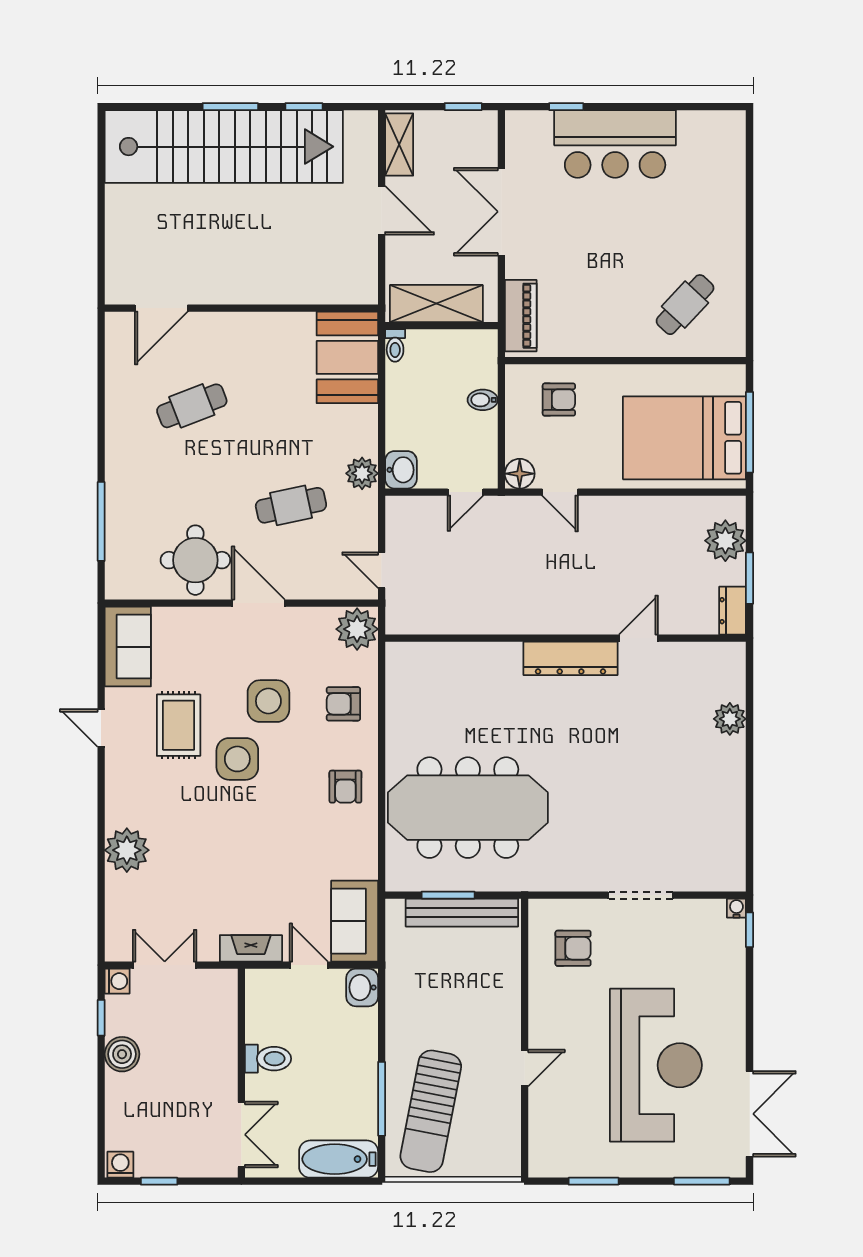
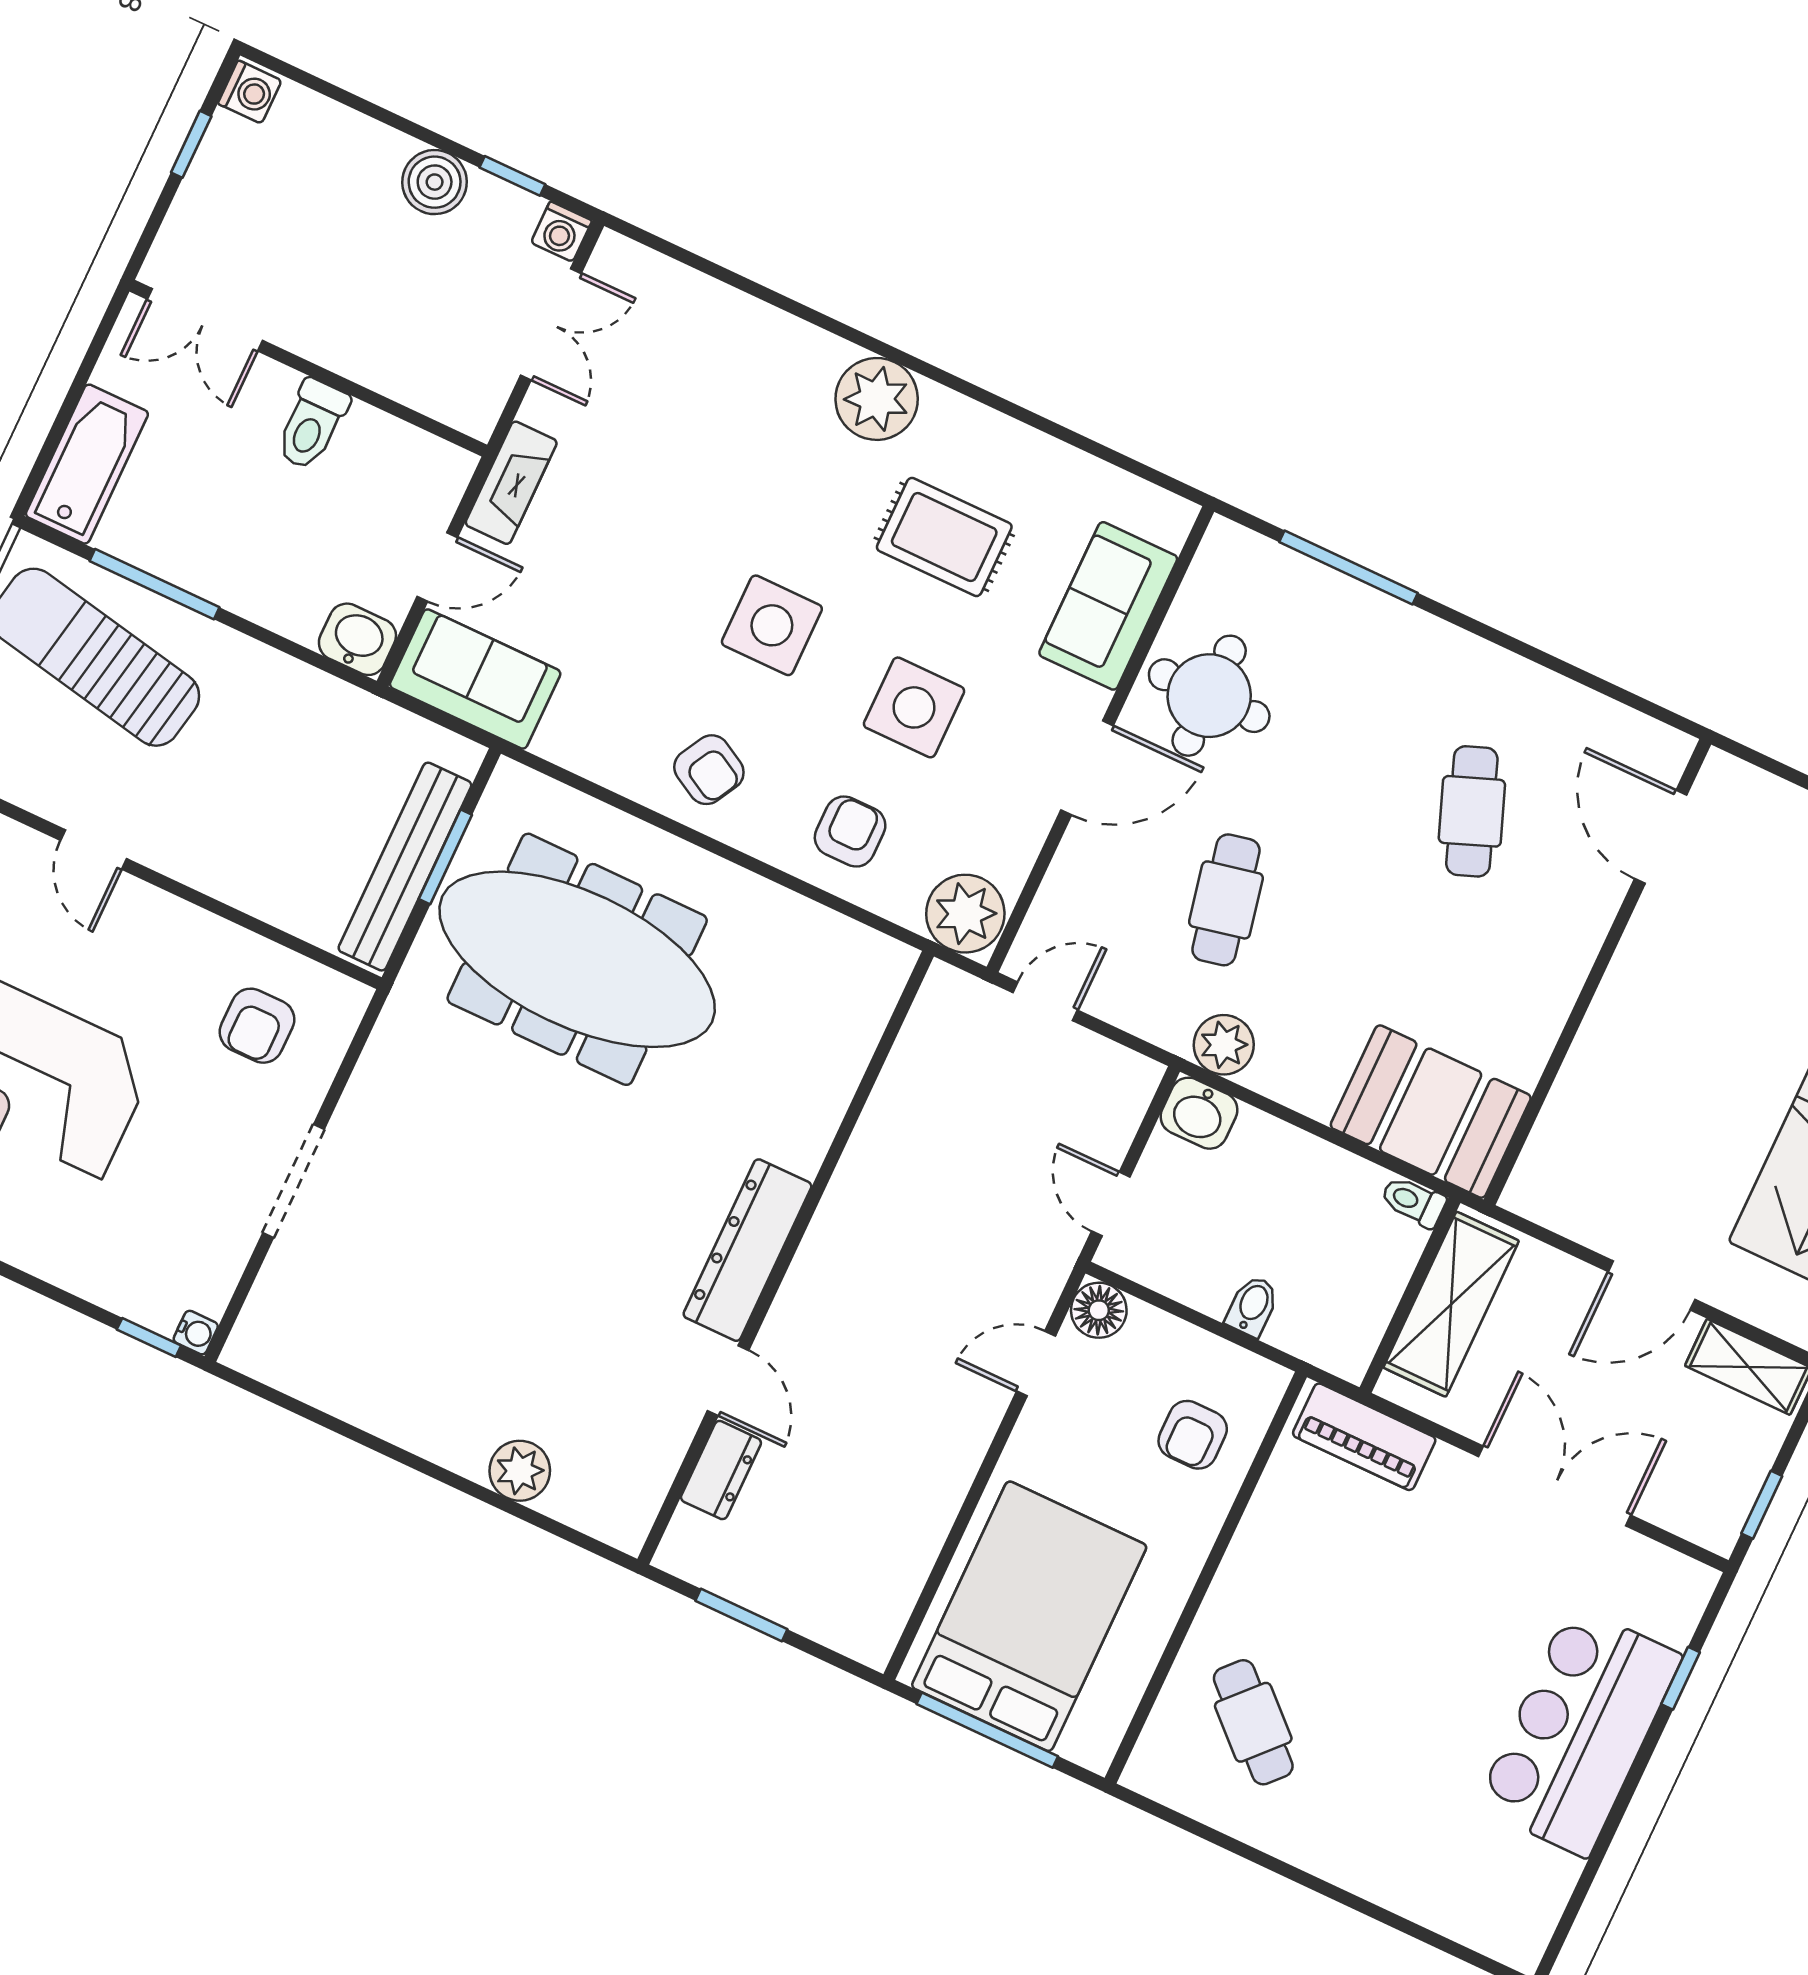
plant: (725, 541) -> (824, 1604), removed
dresser: (733, 611) -> (721, 1470), moved, turned 90
sofa: (128, 647) -> (1108, 606), moved, turned 90
door: (101, 728) -> (1001, 404), removed
side table: (237, 759) -> (772, 625), moved
armchair: (345, 787) -> (709, 770), turned -151
meeting table: (468, 808) -> (577, 959), turned 90
plant: (127, 850) -> (877, 399), moved

